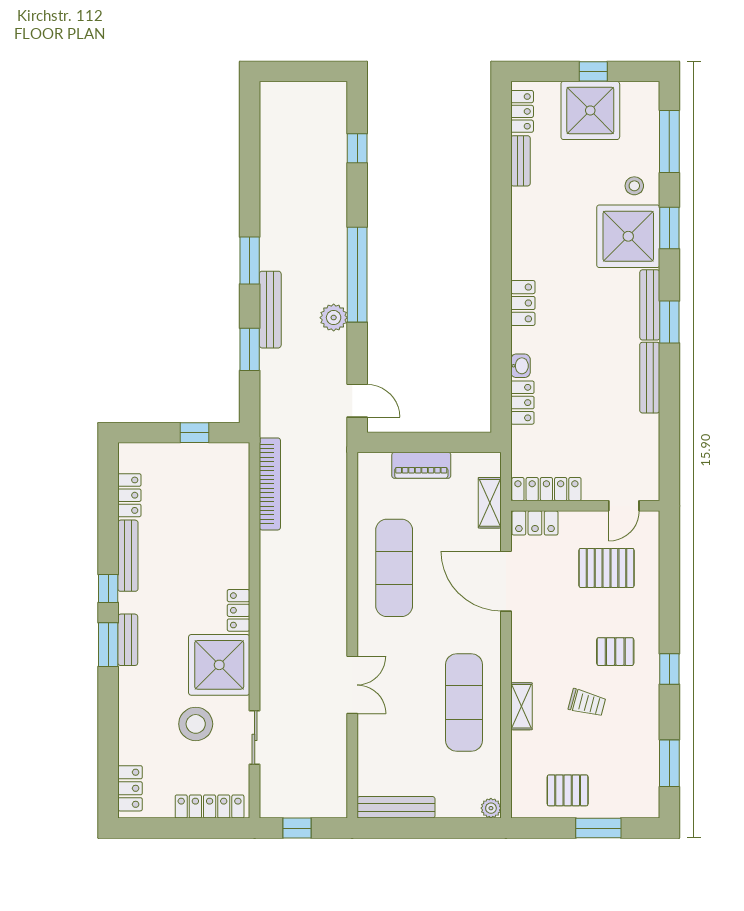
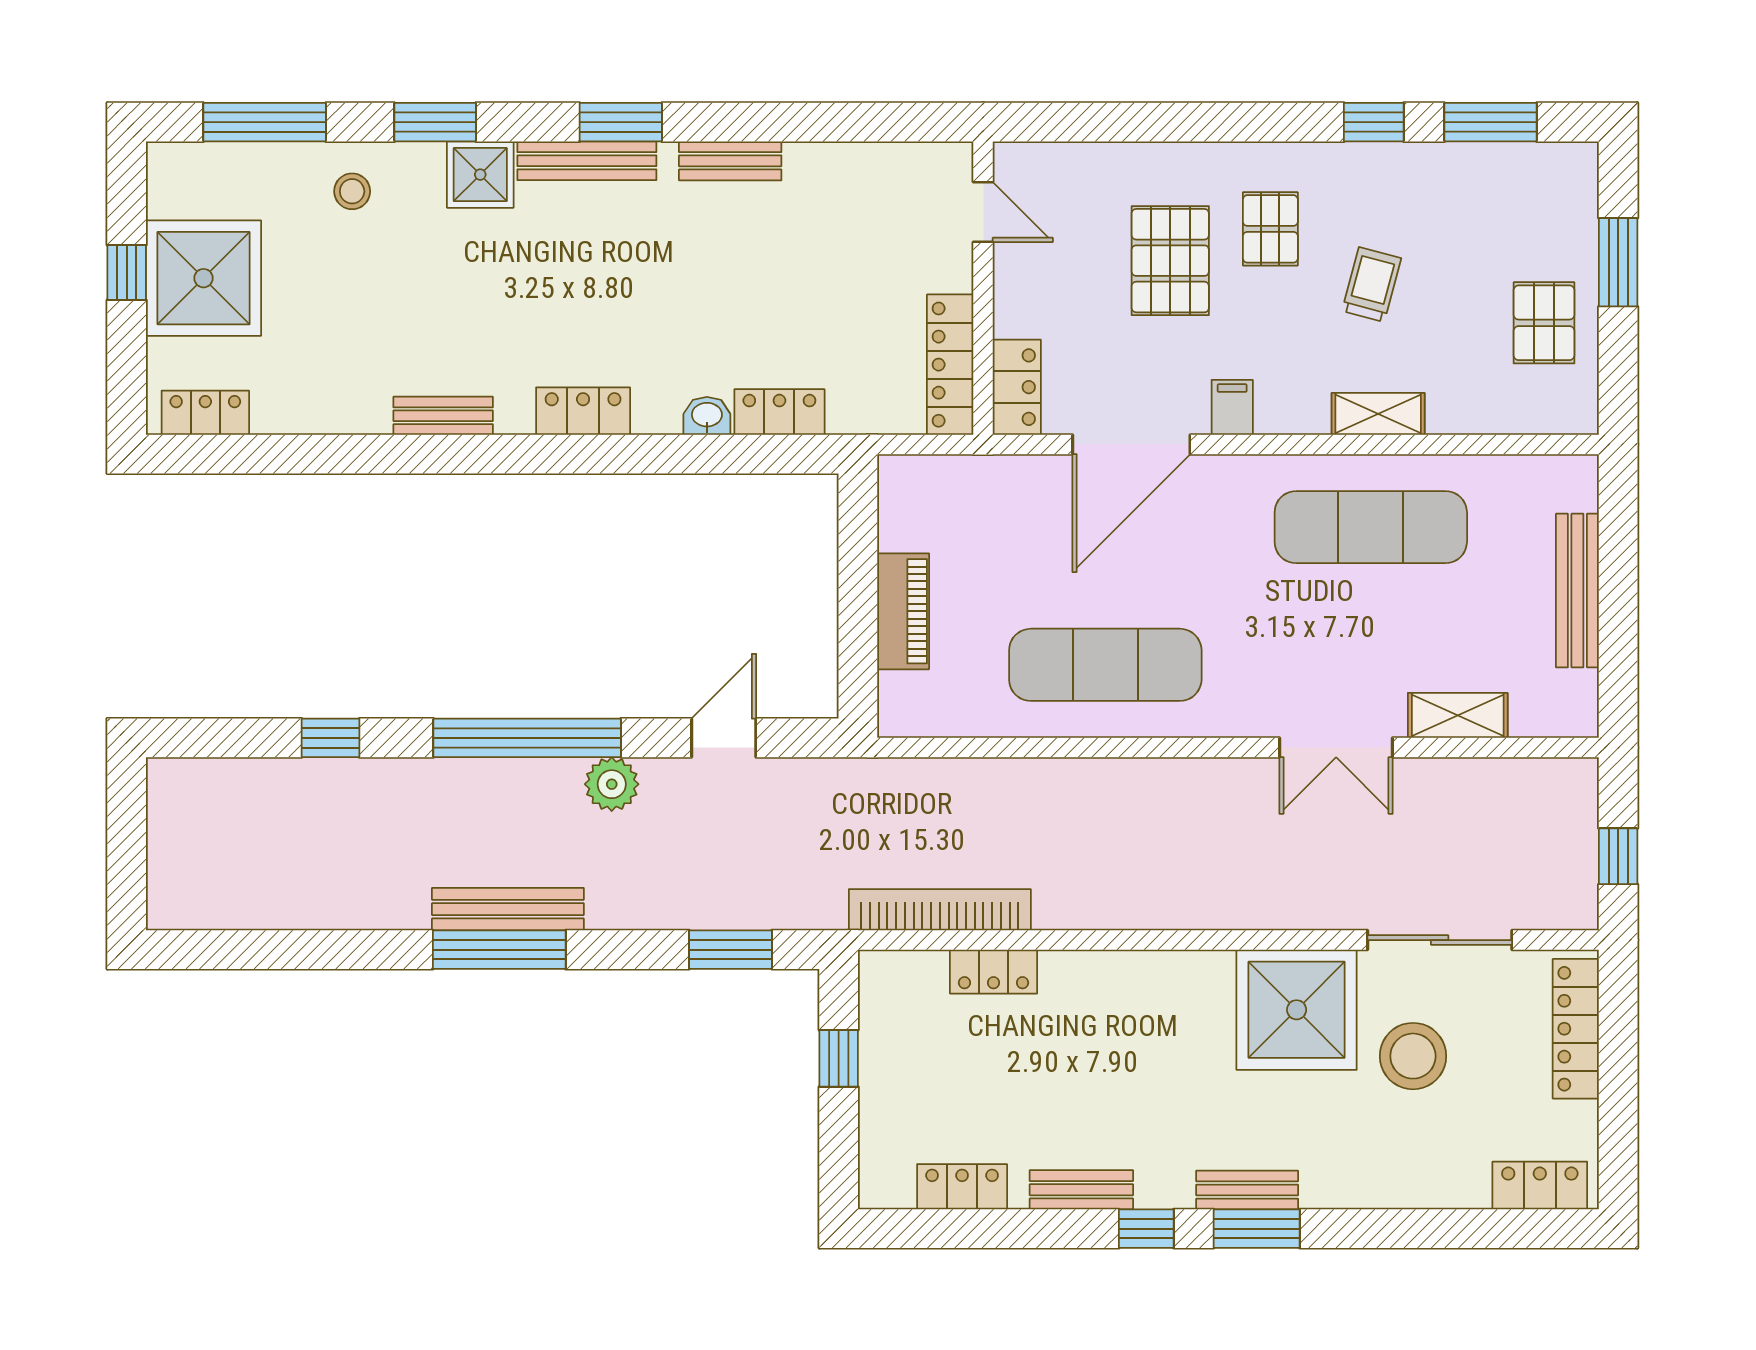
window: (357, 148) -> (331, 738), moved
bench: (520, 161) -> (443, 416), moved
shower: (628, 236) -> (480, 175), width x0.54, depth x0.54
window: (250, 260) -> (499, 950), width x1.44
bench: (270, 310) -> (508, 909), moved
window: (250, 349) -> (730, 950), moved
bench: (650, 378) -> (730, 161), width x0.73
door: (357, 401) -> (724, 738), moved
shelving: (490, 503) -> (1458, 715), moved
bench: (128, 556) -> (1081, 1190), width x0.73
pallet: (607, 568) -> (1170, 261), moved
locker: (239, 610) -> (993, 972), moved
filing cabinet: (525, 632) -> (1232, 407), added
window: (669, 669) -> (1374, 122), moved
double door: (352, 685) -> (1336, 748), swing flipped
sliding door: (255, 737) -> (1440, 940), width x1.37
bench: (396, 807) -> (1577, 591), moved
plant: (491, 808) -> (1579, 474), removed

